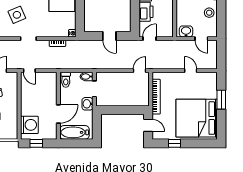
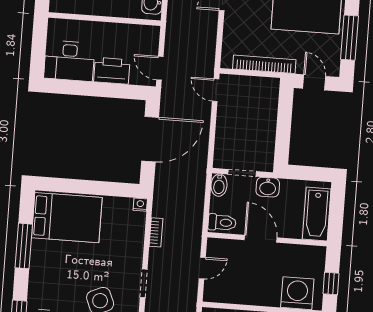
door: (109, 36) -> (150, 139), width x1.87
door: (29, 71) -> (202, 268), moved
door: (58, 114) -> (261, 239), moved
door: (148, 125) -> (314, 82), hinge flipped
window: (175, 143) -> (350, 38), width x2.17

